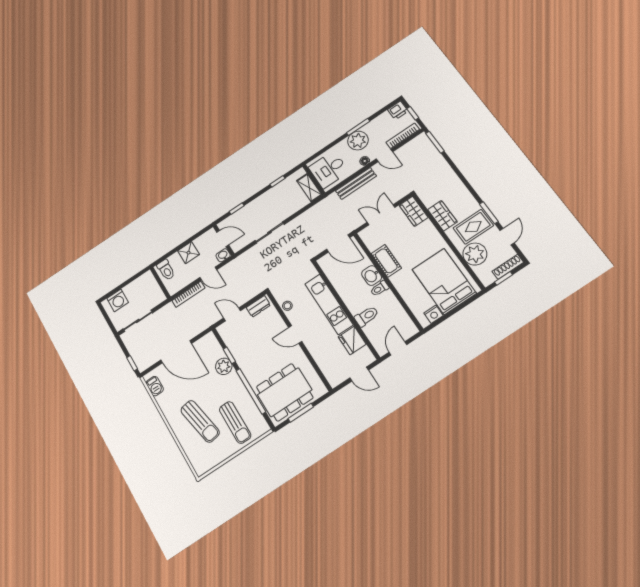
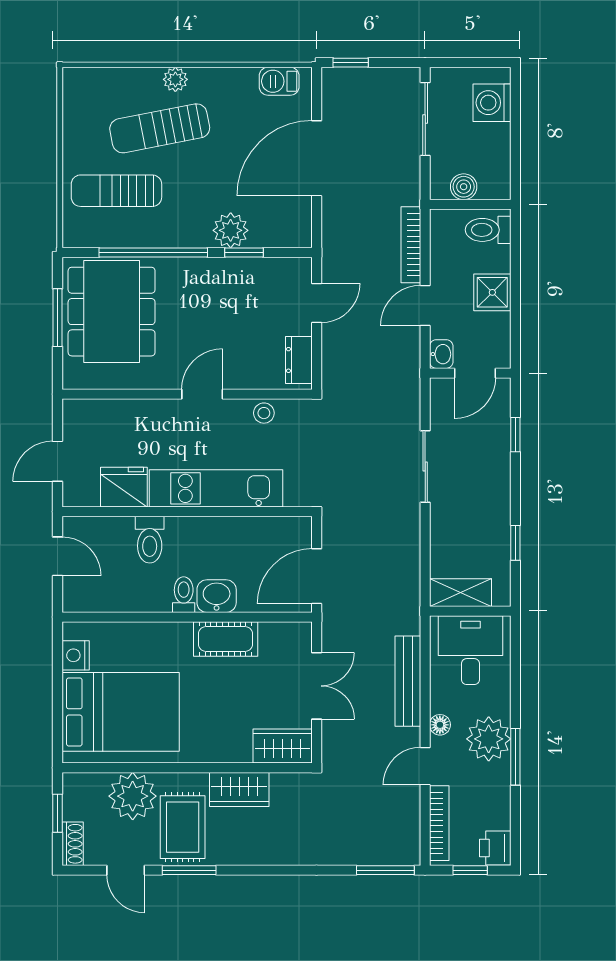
shoe rack: (508, 267) -> (73, 844), width x0.70
boiler: (155, 290) -> (464, 187), added
plant: (177, 428) -> (175, 79), added

